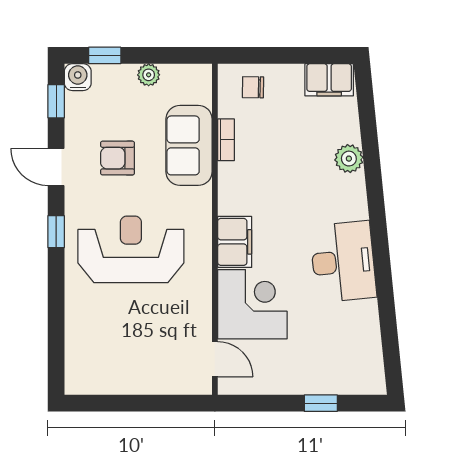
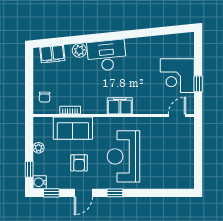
filing cabinet: (329, 80) -> (52, 54), moved, turned 84
desk: (343, 262) -> (107, 55), moved
corner desk: (252, 304) -> (177, 76), moved, turned -90
window: (321, 403) -> (198, 84), moved

